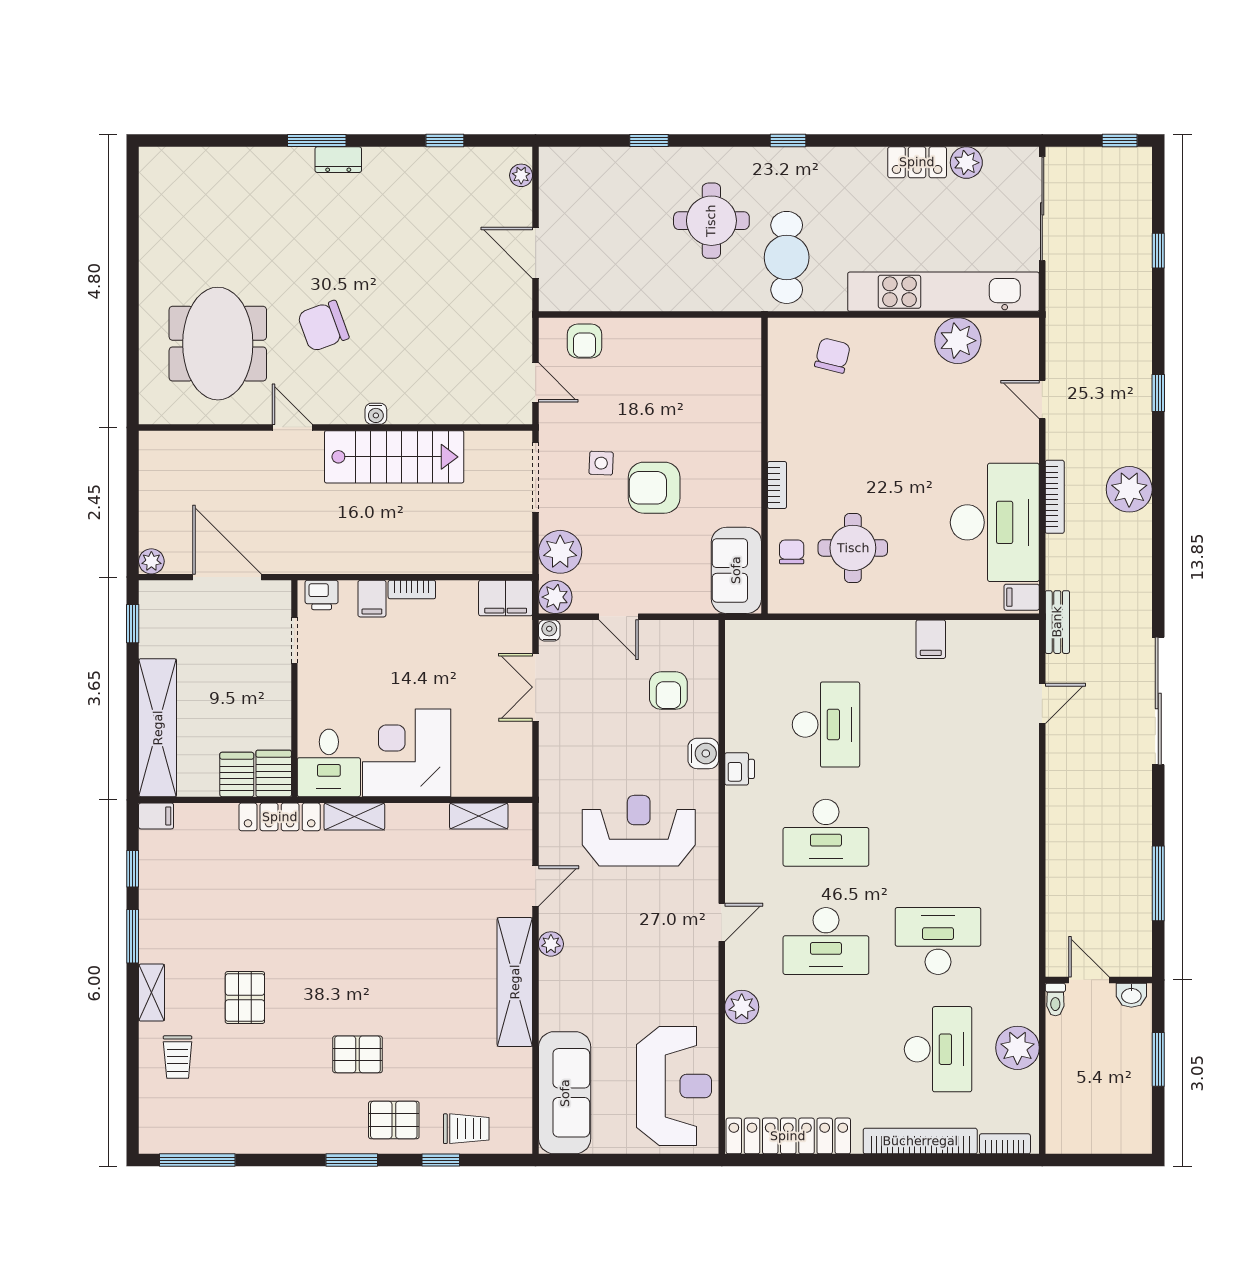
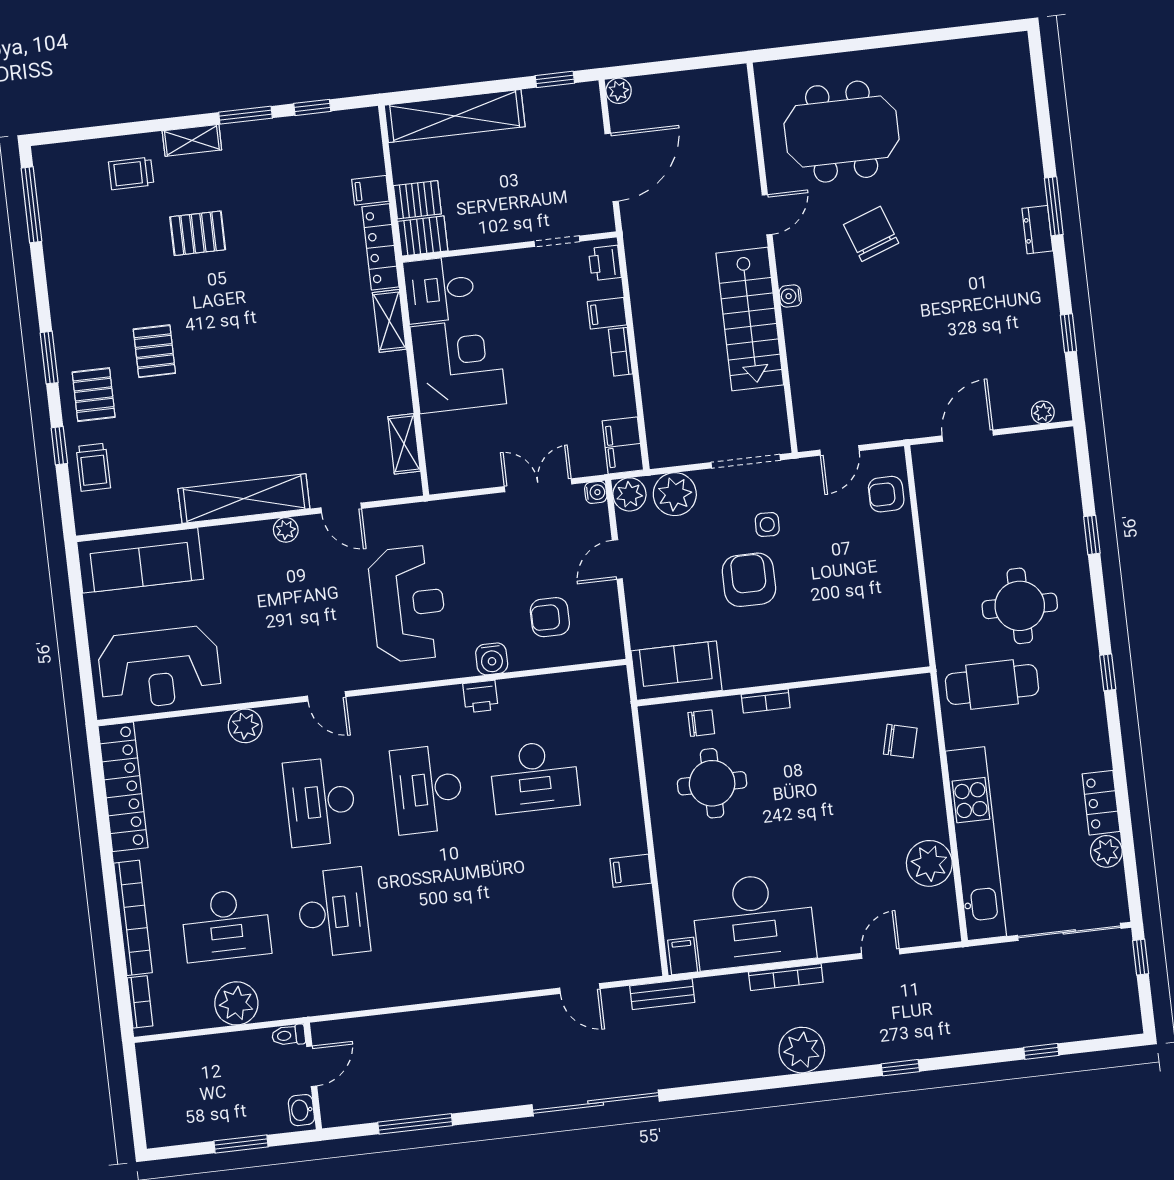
window: (1120, 141) -> (1141, 957), moved
filing cabinet: (156, 816) -> (370, 190), moved, turned 90

